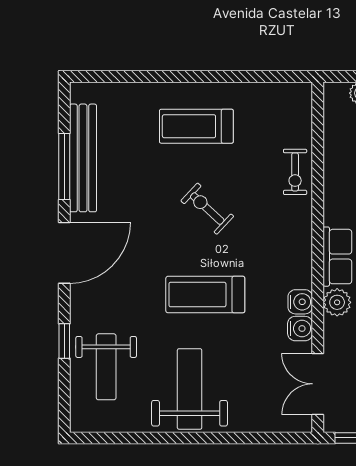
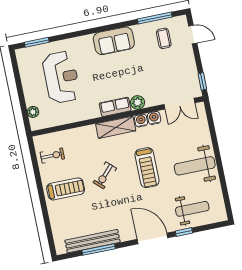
treadmill: (196, 126) -> (66, 189), turned -90
exercise bike: (295, 172) -> (52, 156), moved
shelving: (297, 249) -> (116, 127), added
door: (64, 253) -> (152, 238), moved

